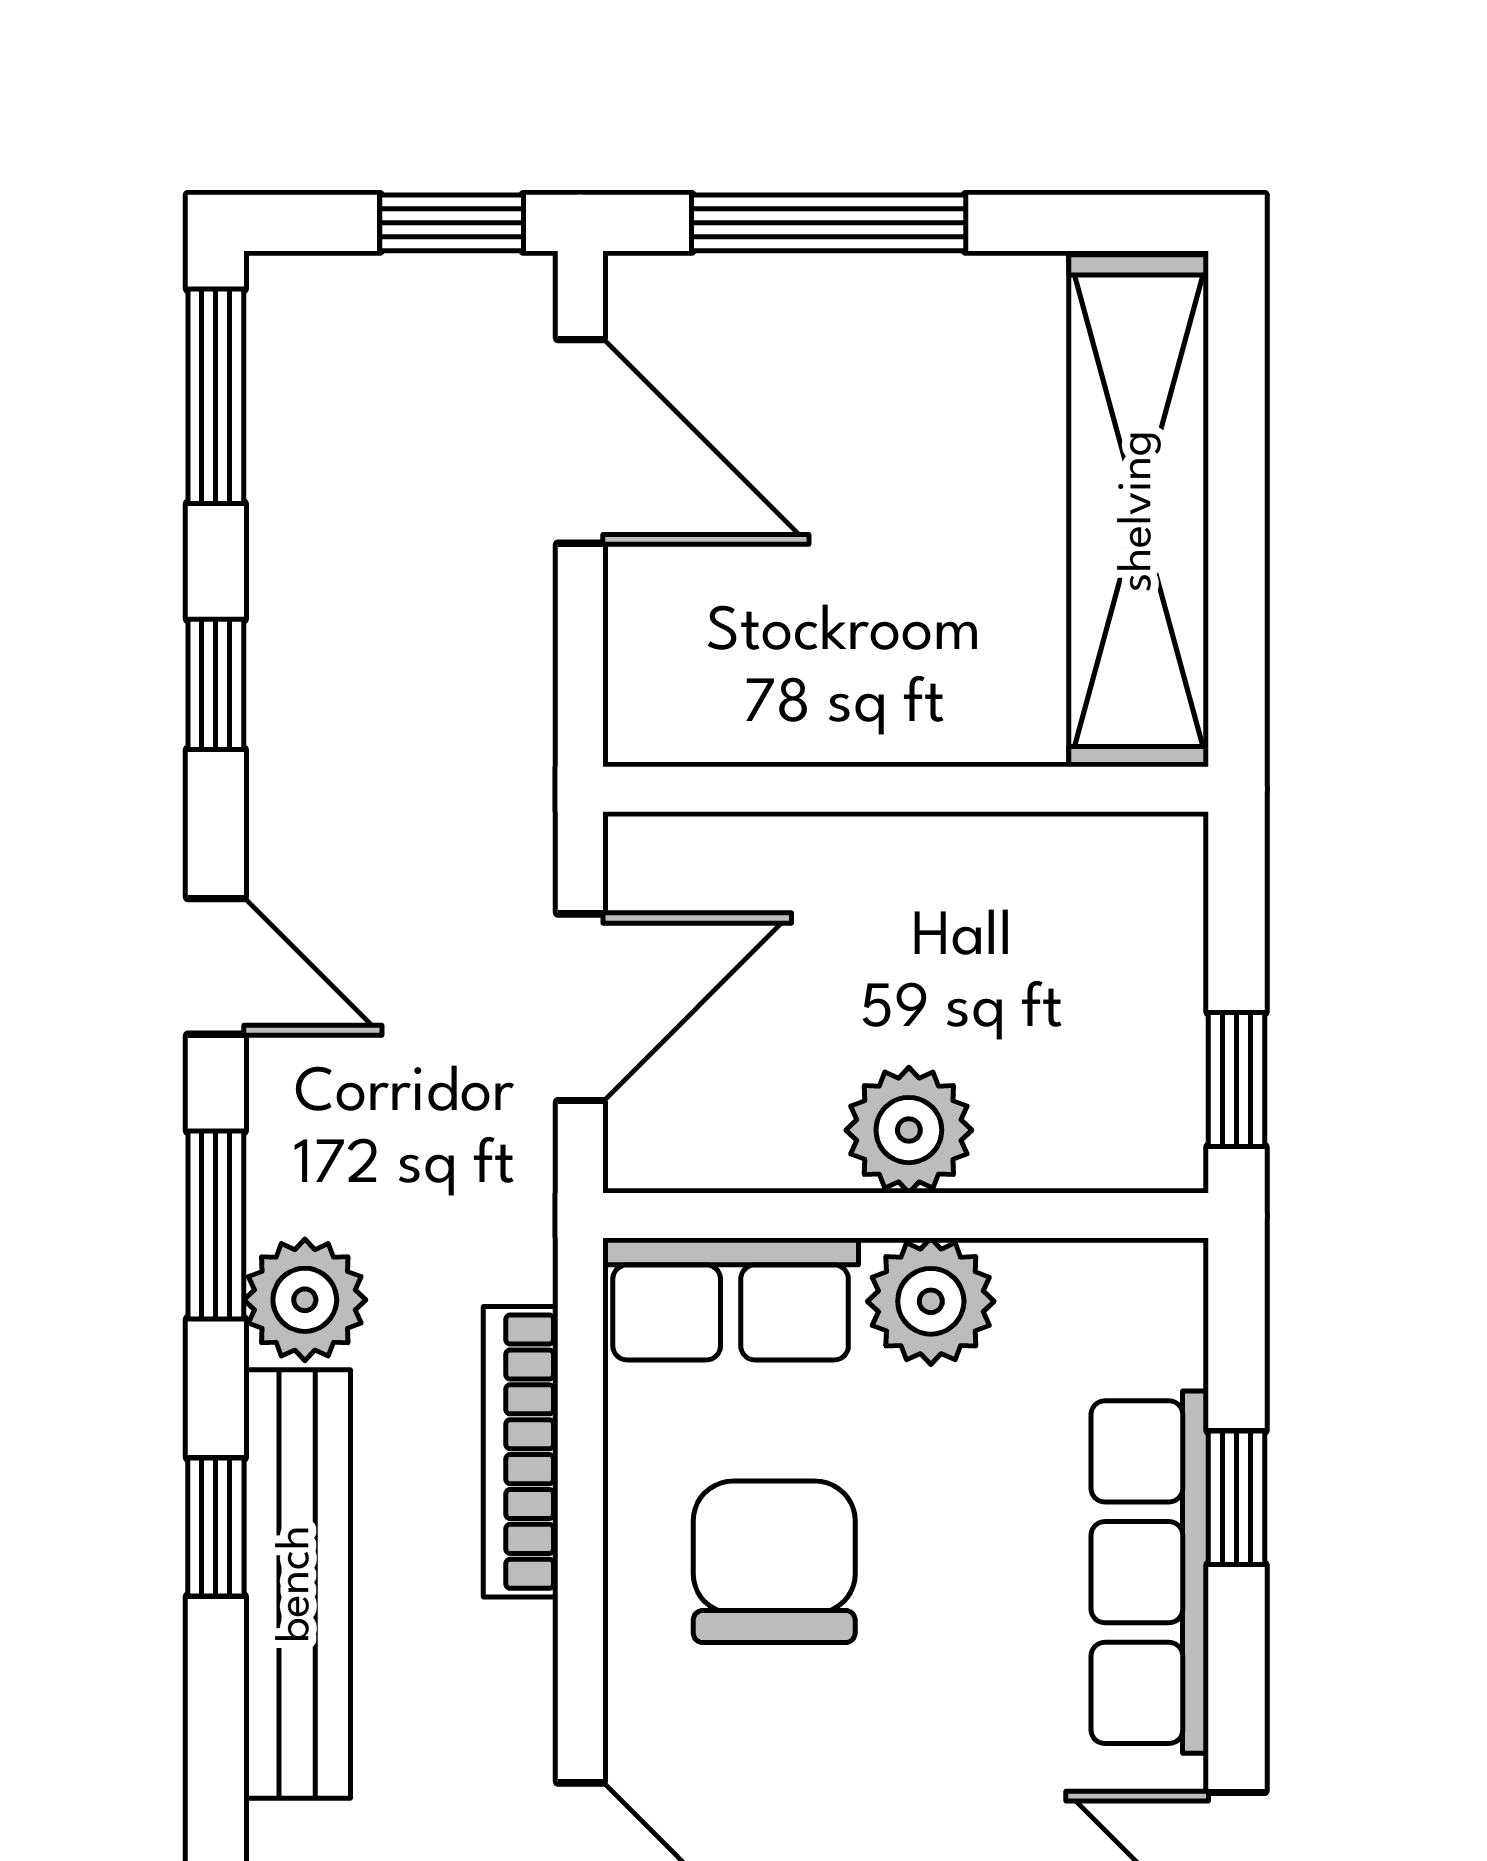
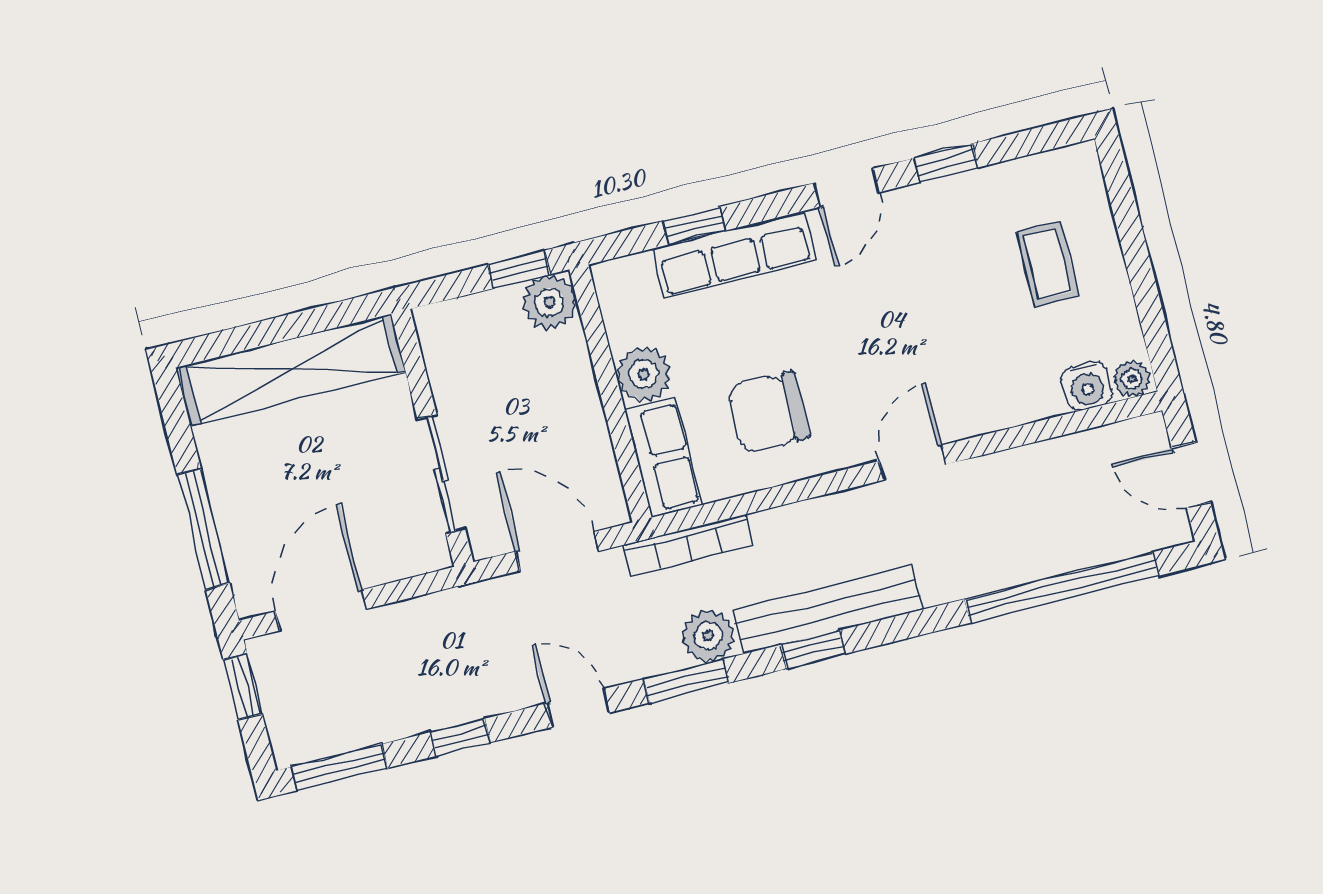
sliding door: (819, 789) -> (441, 474), added
door: (216, 966) -> (578, 708), hinge flipped
plant: (909, 1130) -> (550, 302), moved
bookcase: (521, 1452) -> (688, 545), moved

